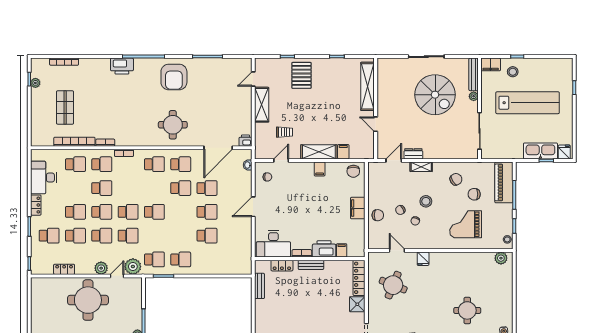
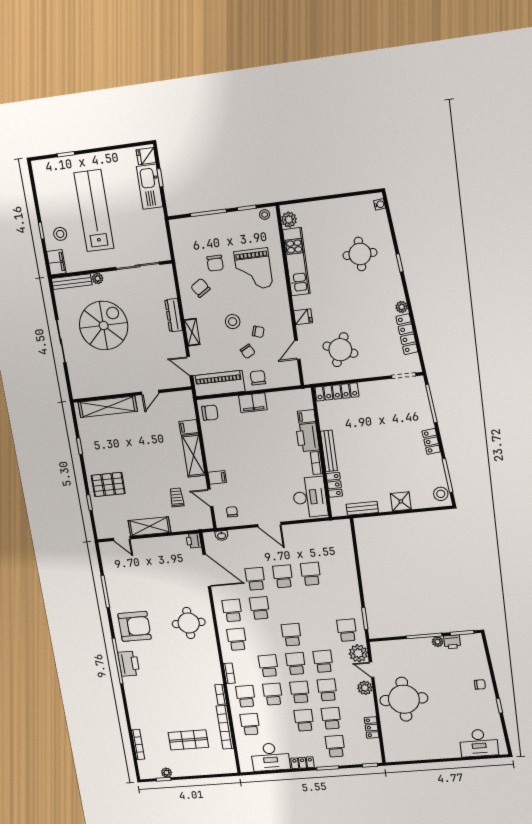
printer: (122, 66) -> (129, 664), moved
dresser: (413, 154) -> (174, 315), moved, width x1.44
filing cabinet: (320, 169) -> (217, 477), moved
piano: (504, 182) -> (219, 383), moved, turned 180
school desk: (181, 259) -> (268, 666), moved
kitchen unit: (467, 259) -> (296, 262), added
bench: (311, 265) -> (329, 451), width x1.36
shower: (357, 304) -> (401, 501), moved

